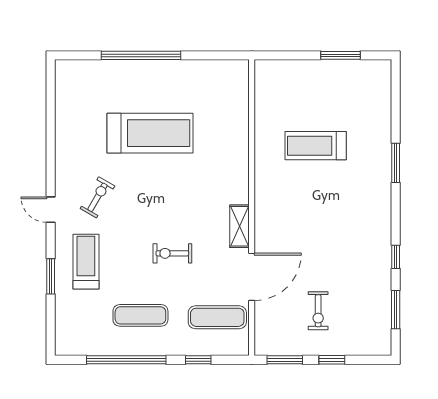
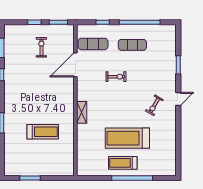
door: (51, 210) -> (178, 99), hinge flipped
shelving: (240, 226) -> (82, 112), moved
treadmill: (86, 262) -> (123, 163), moved, turned 90

